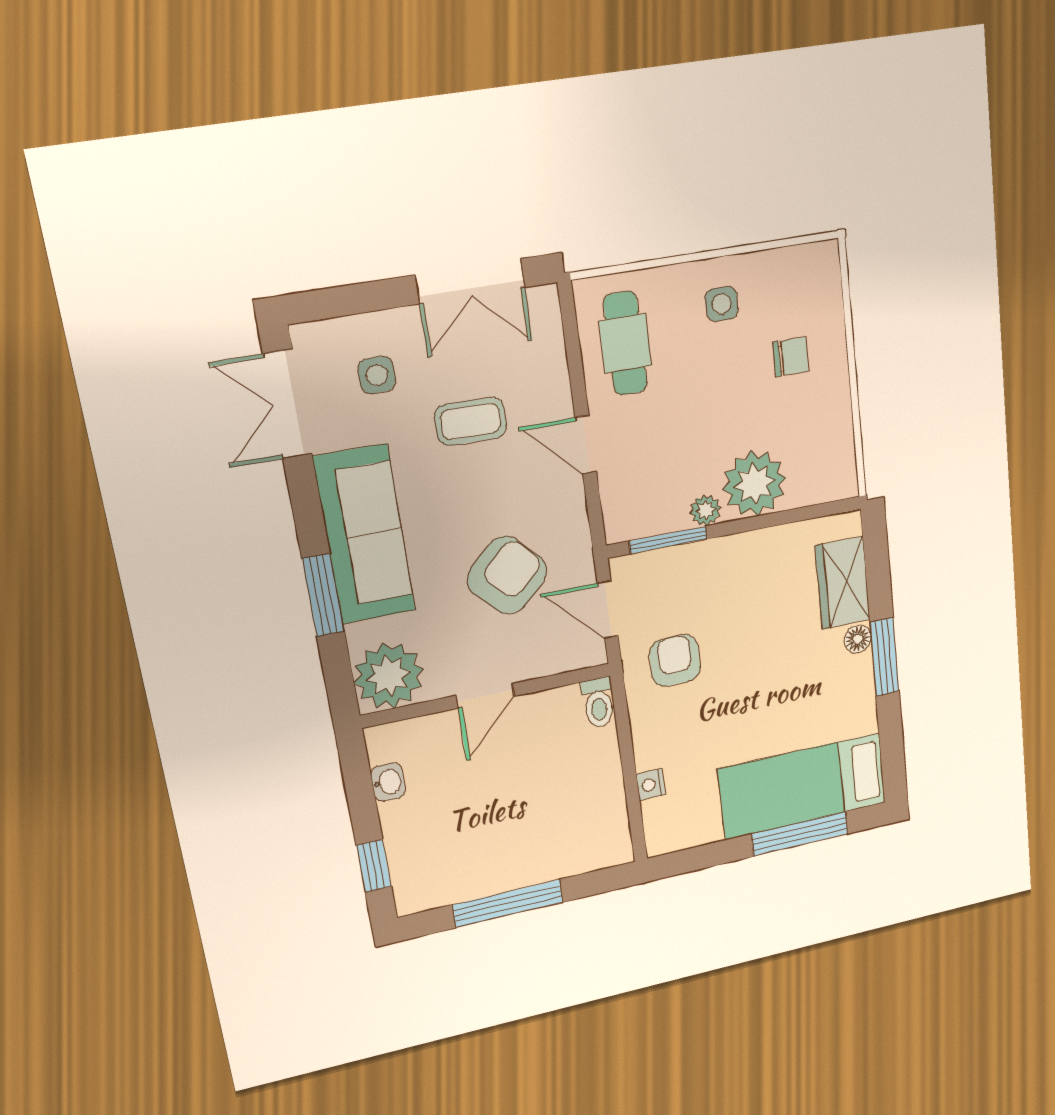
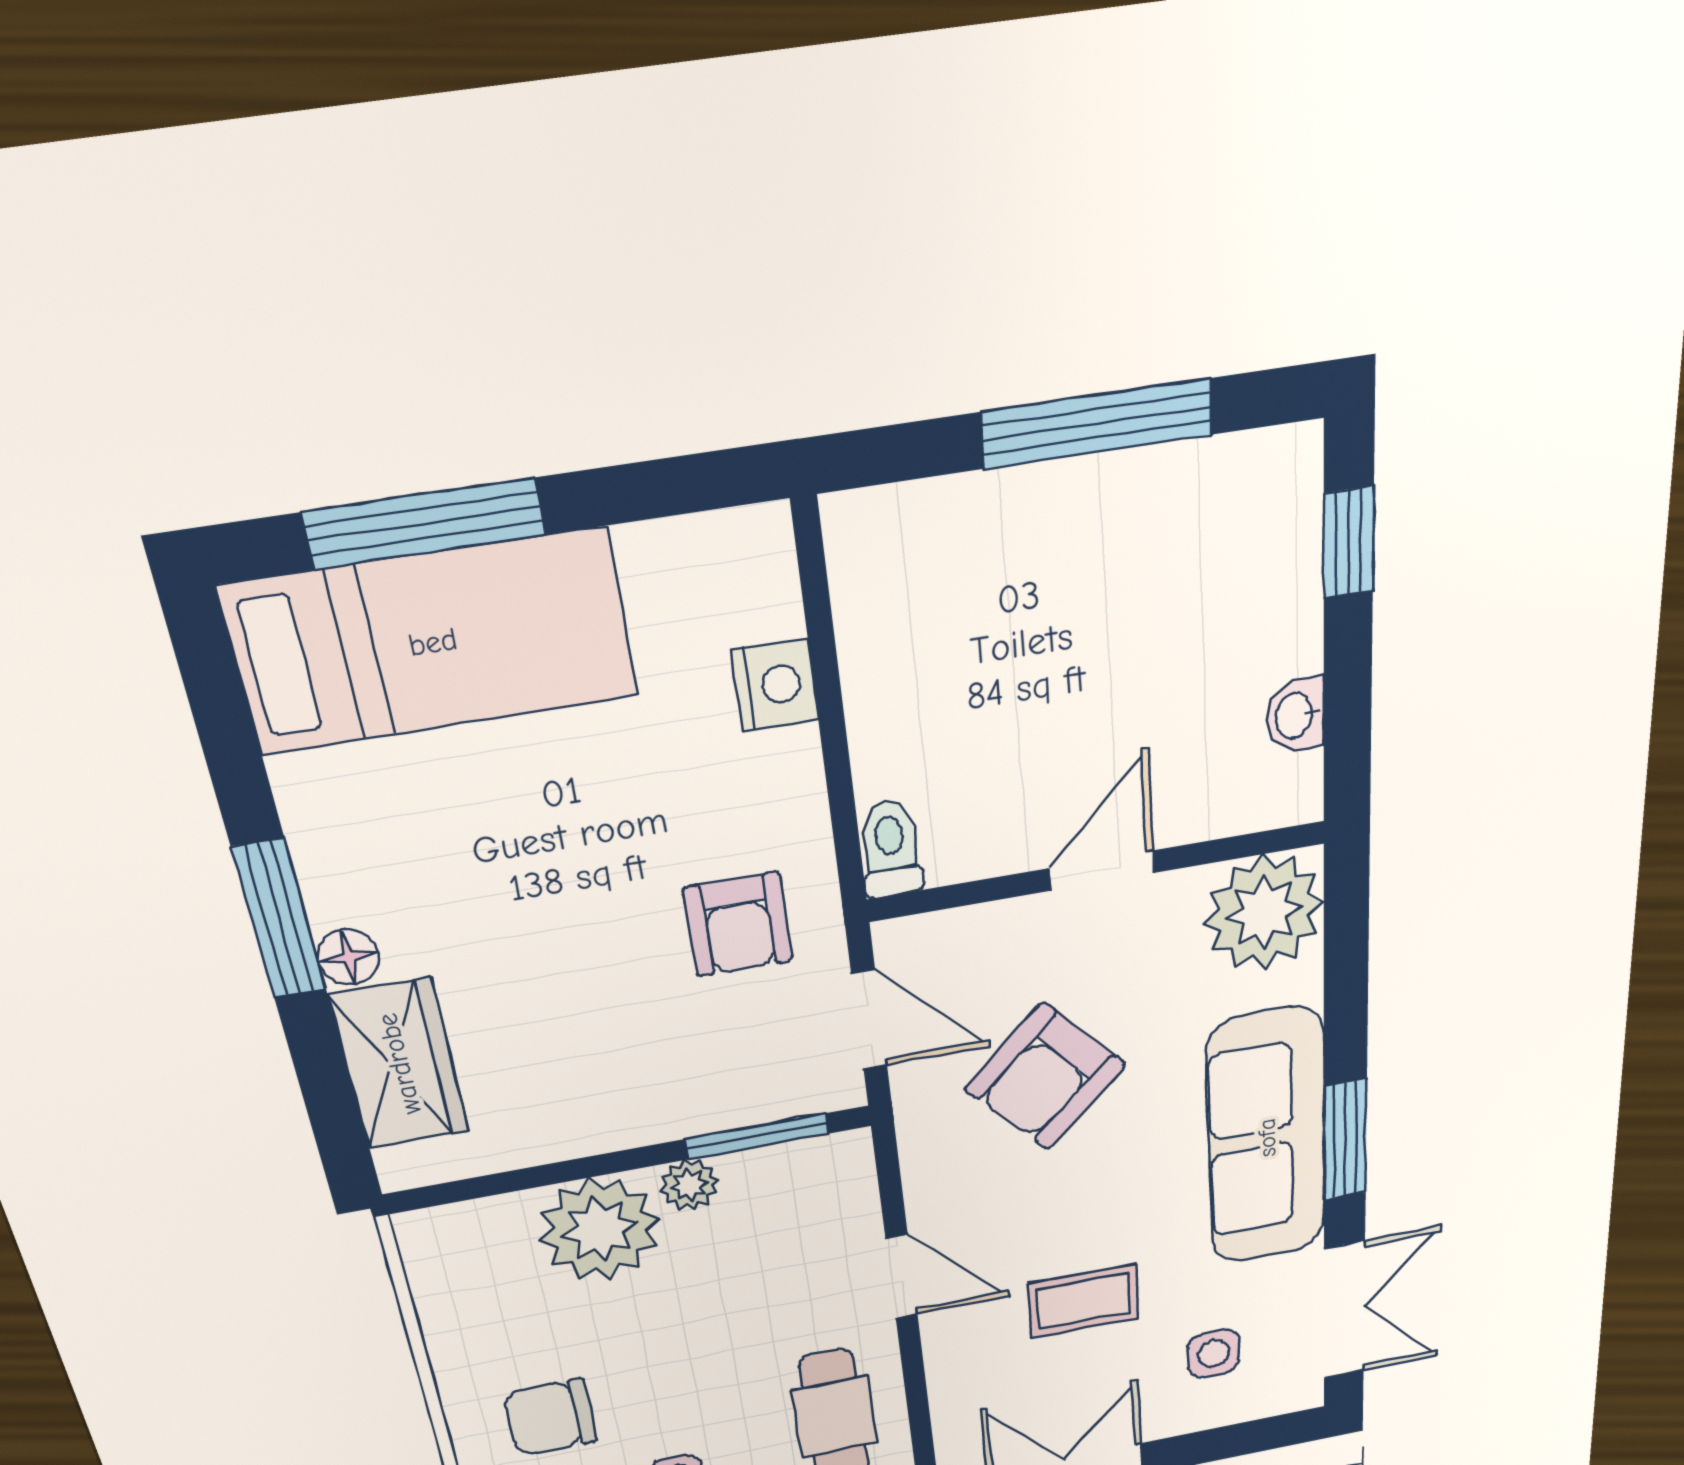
chair: (791, 357) -> (551, 1417), width x1.37, depth x1.37
window: (323, 595) -> (1345, 1140), moved
nightstand: (651, 785) -> (775, 685), width x1.39, depth x1.35

